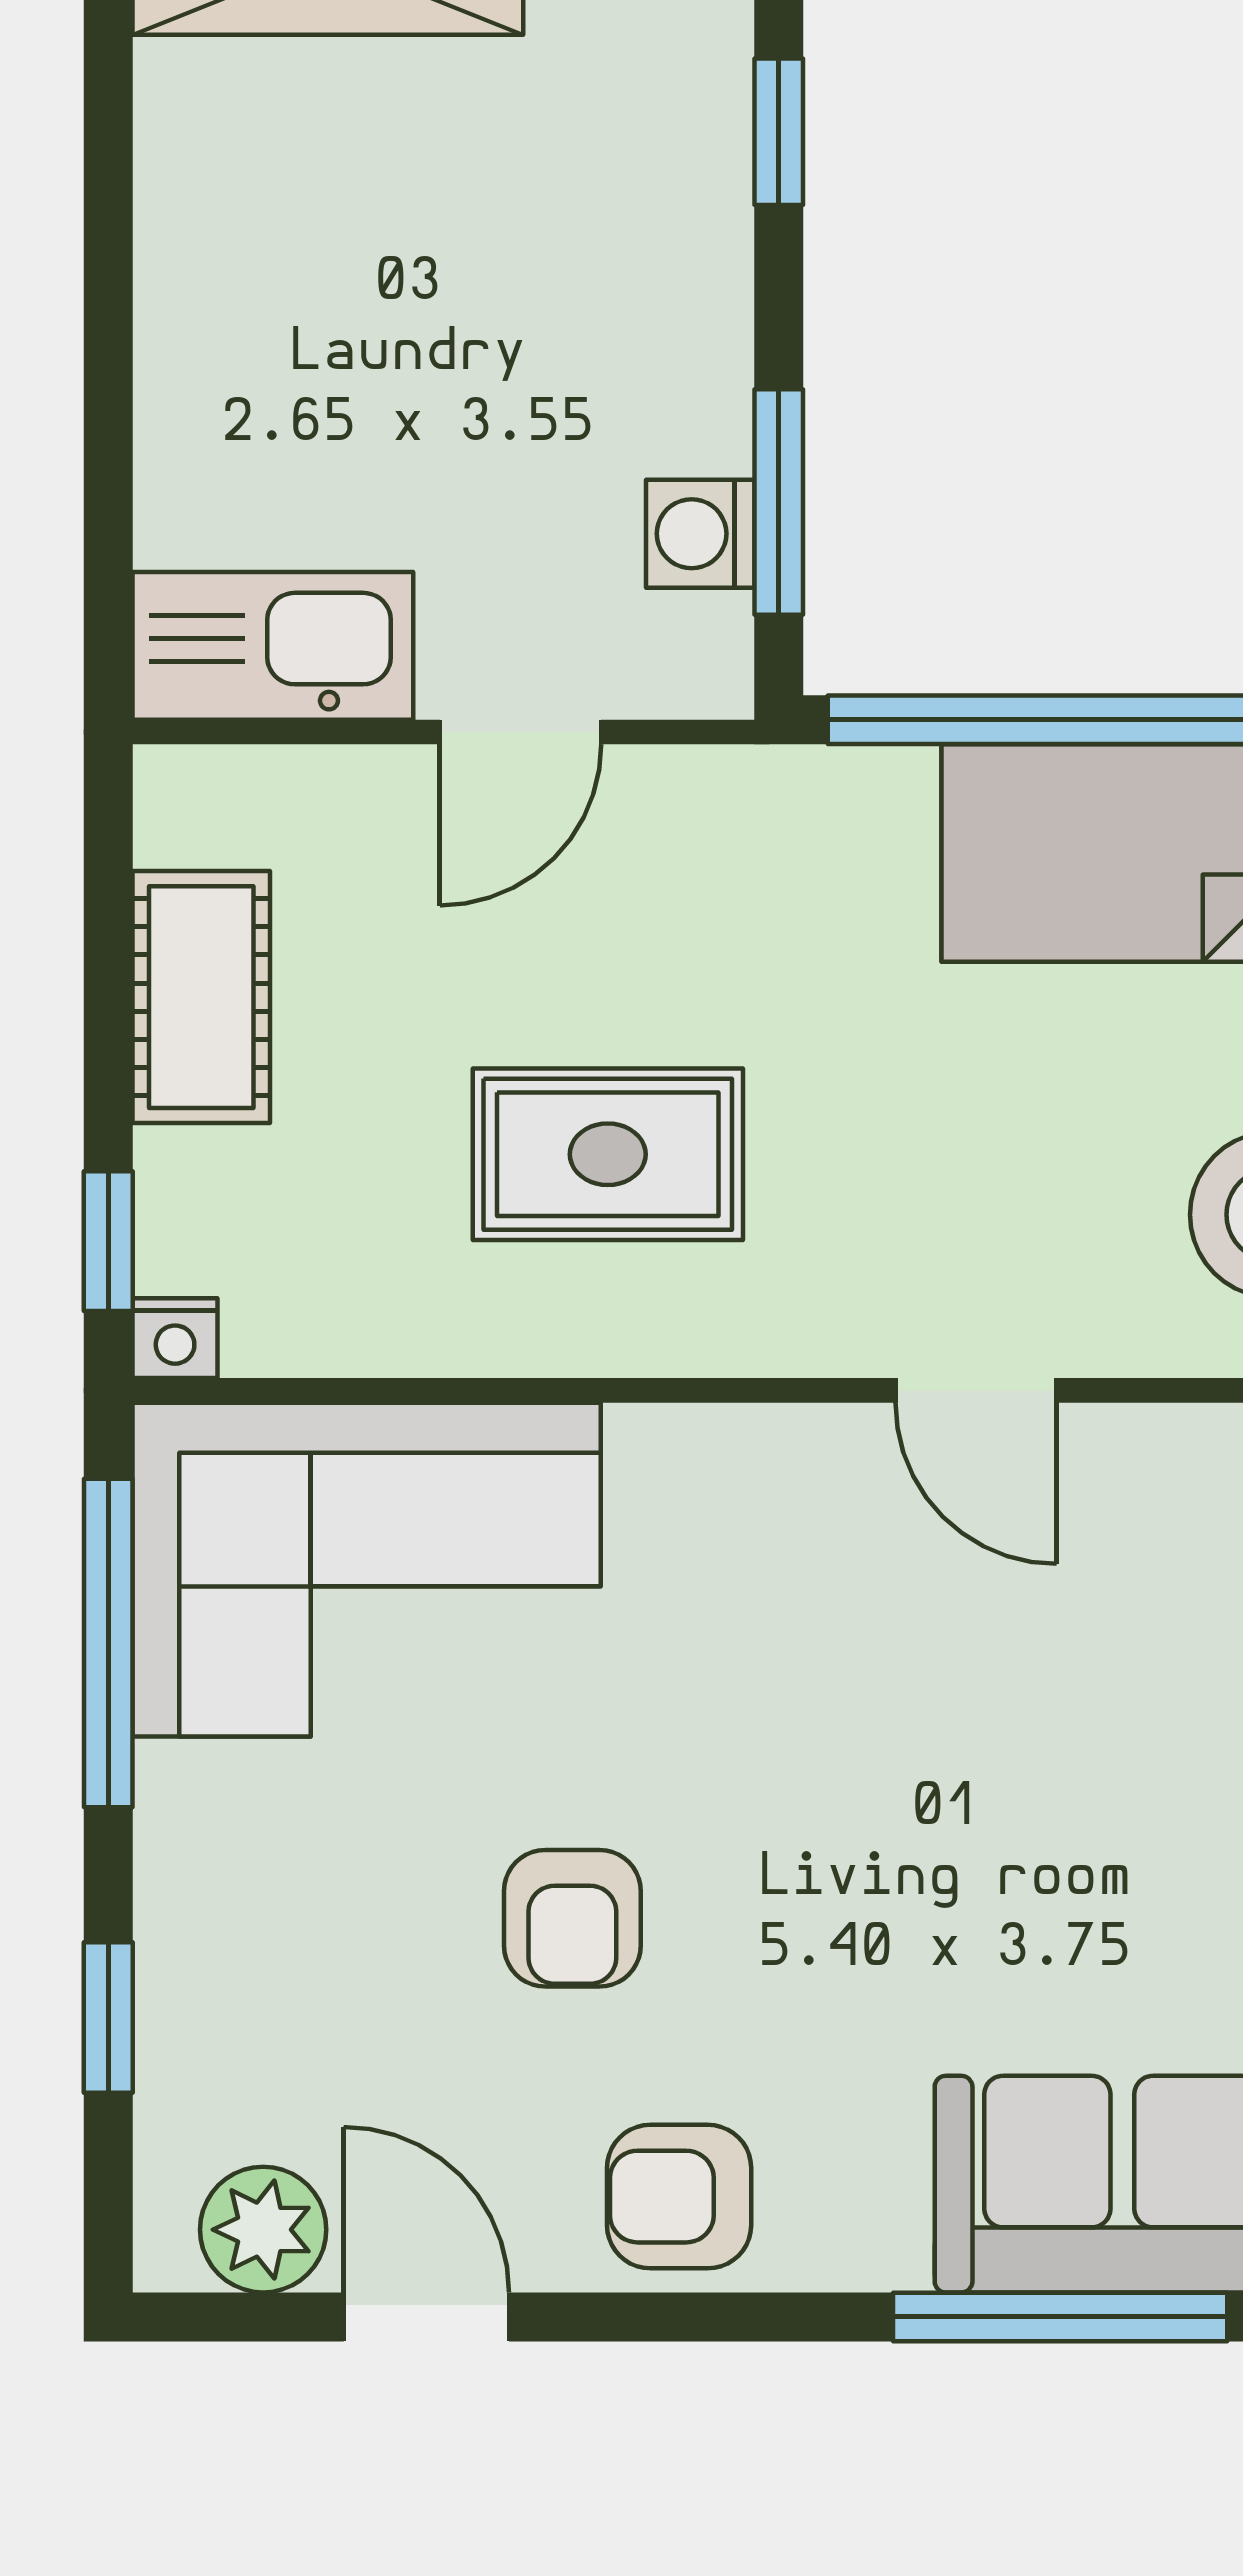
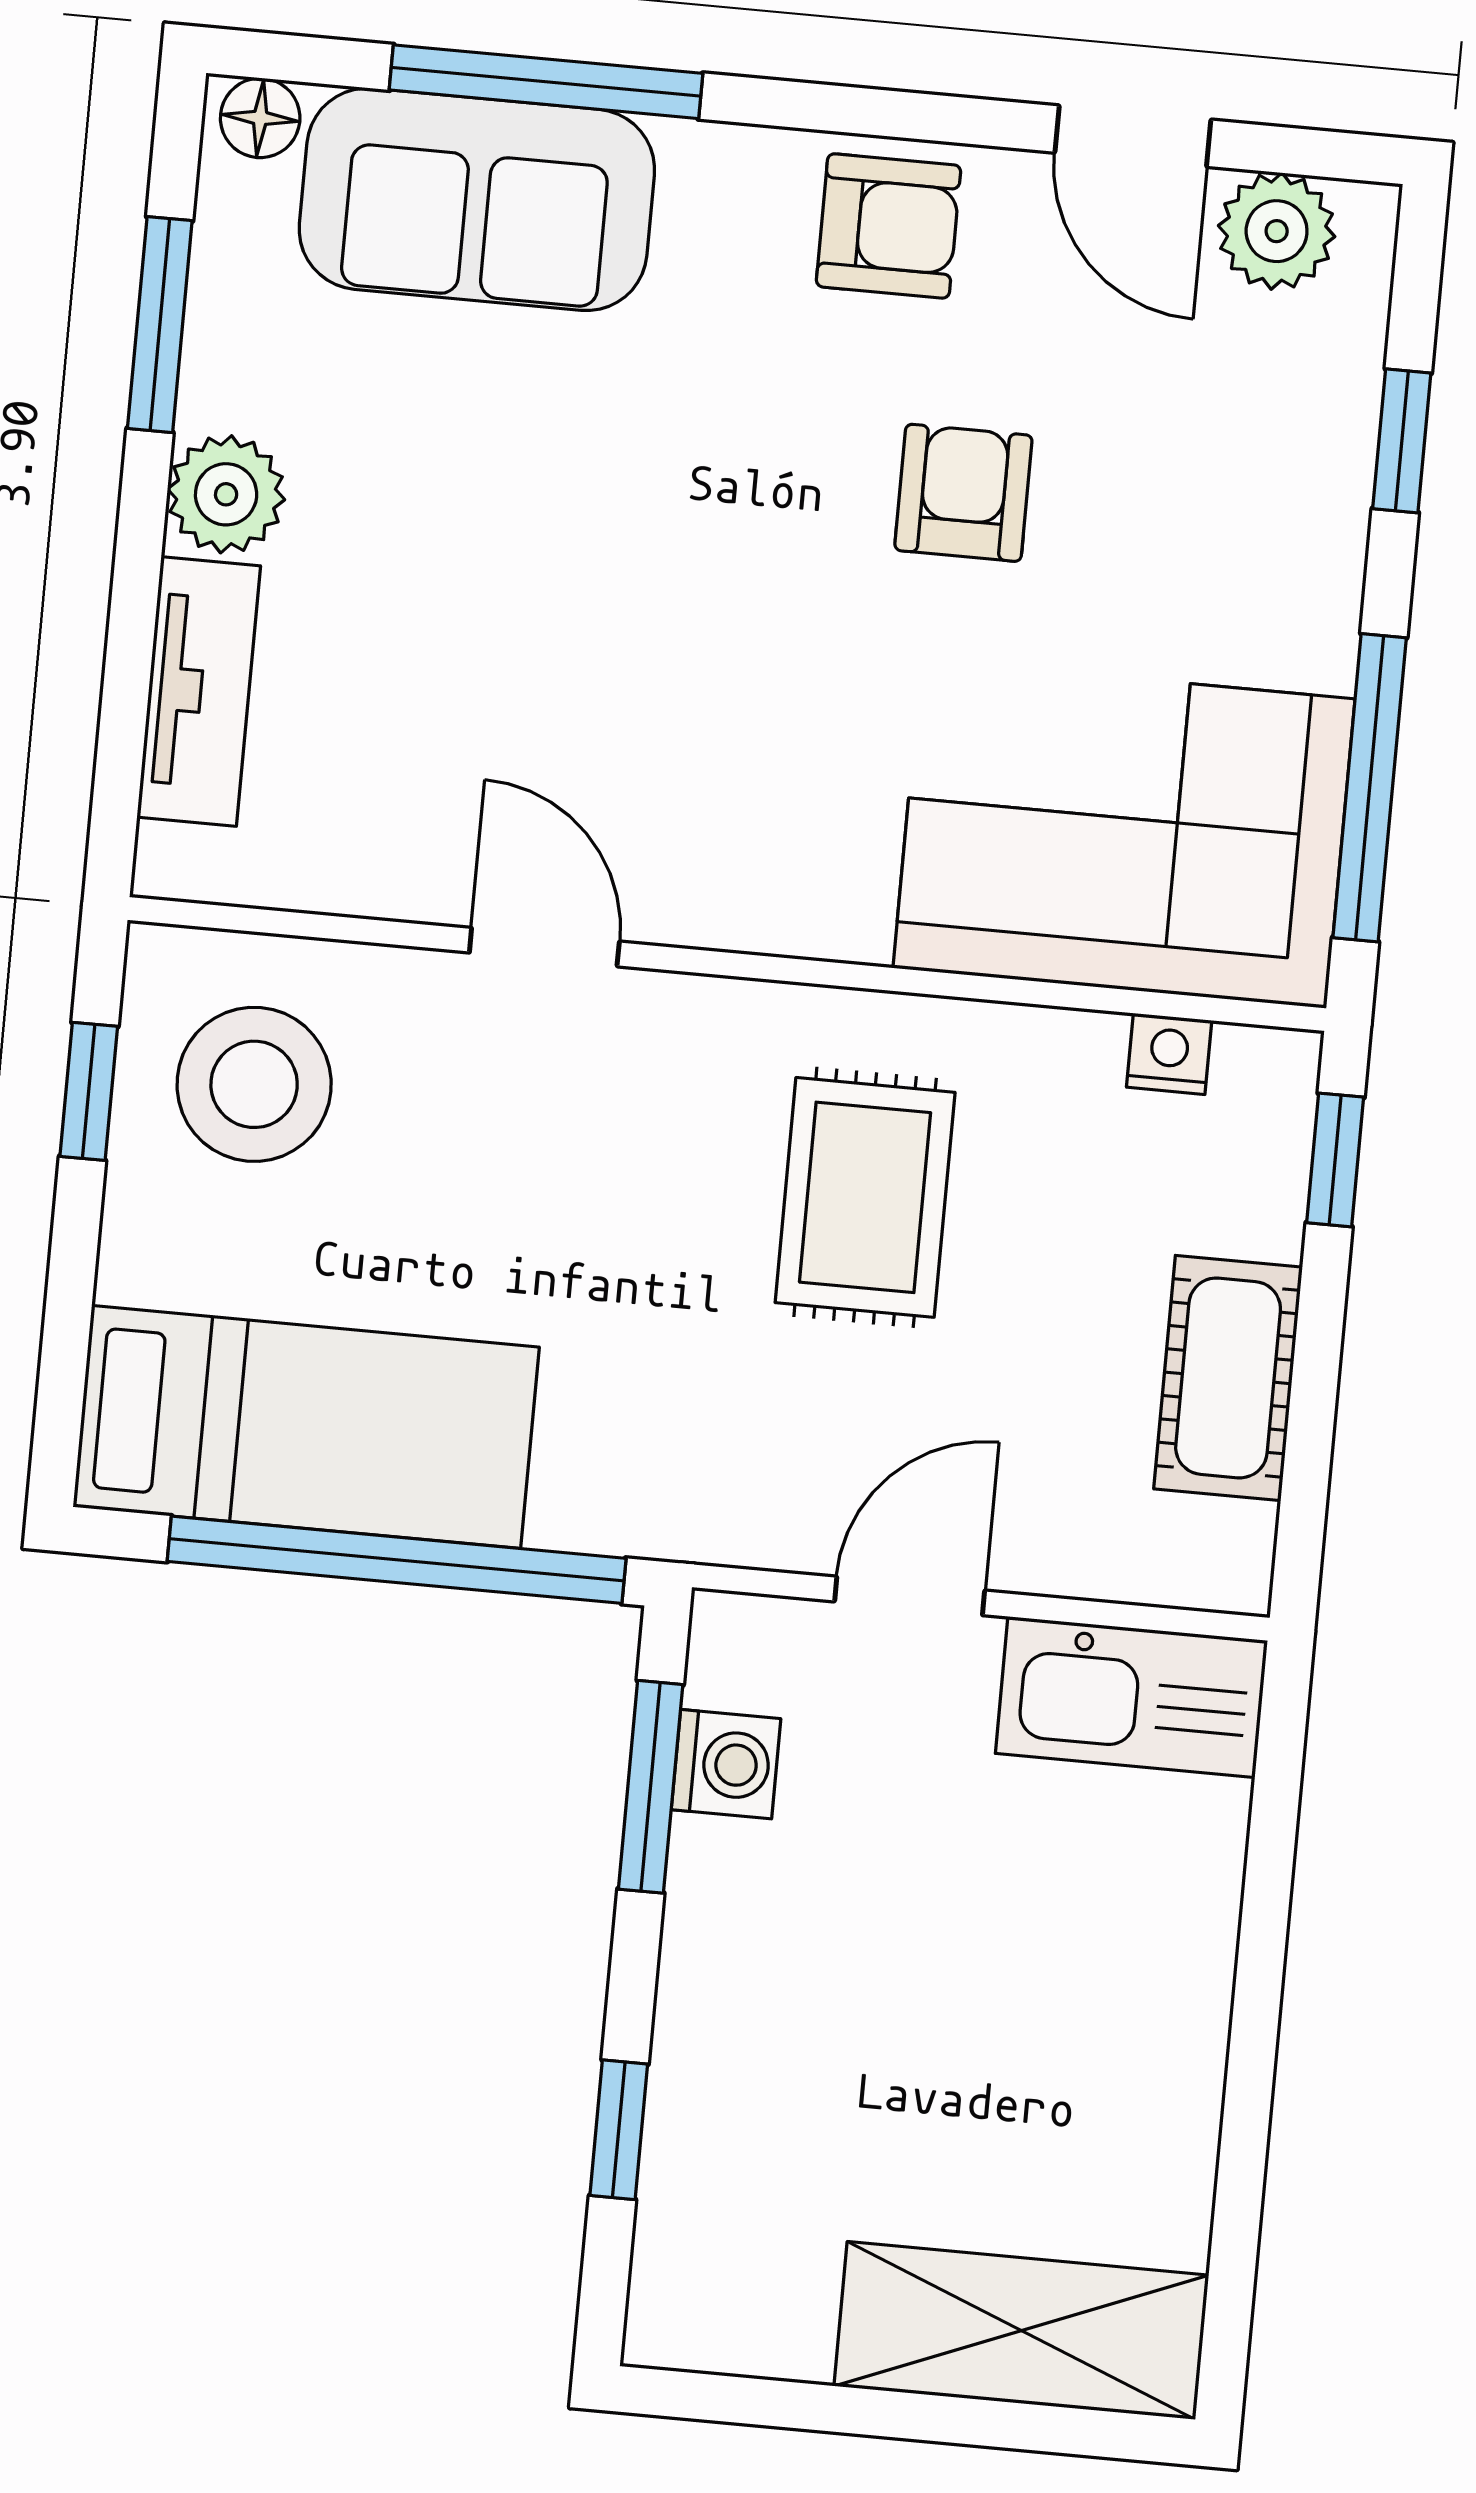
rug: (608, 1154) -> (865, 1197), turned 90
nightstand: (175, 1338) -> (1169, 1054), moved

